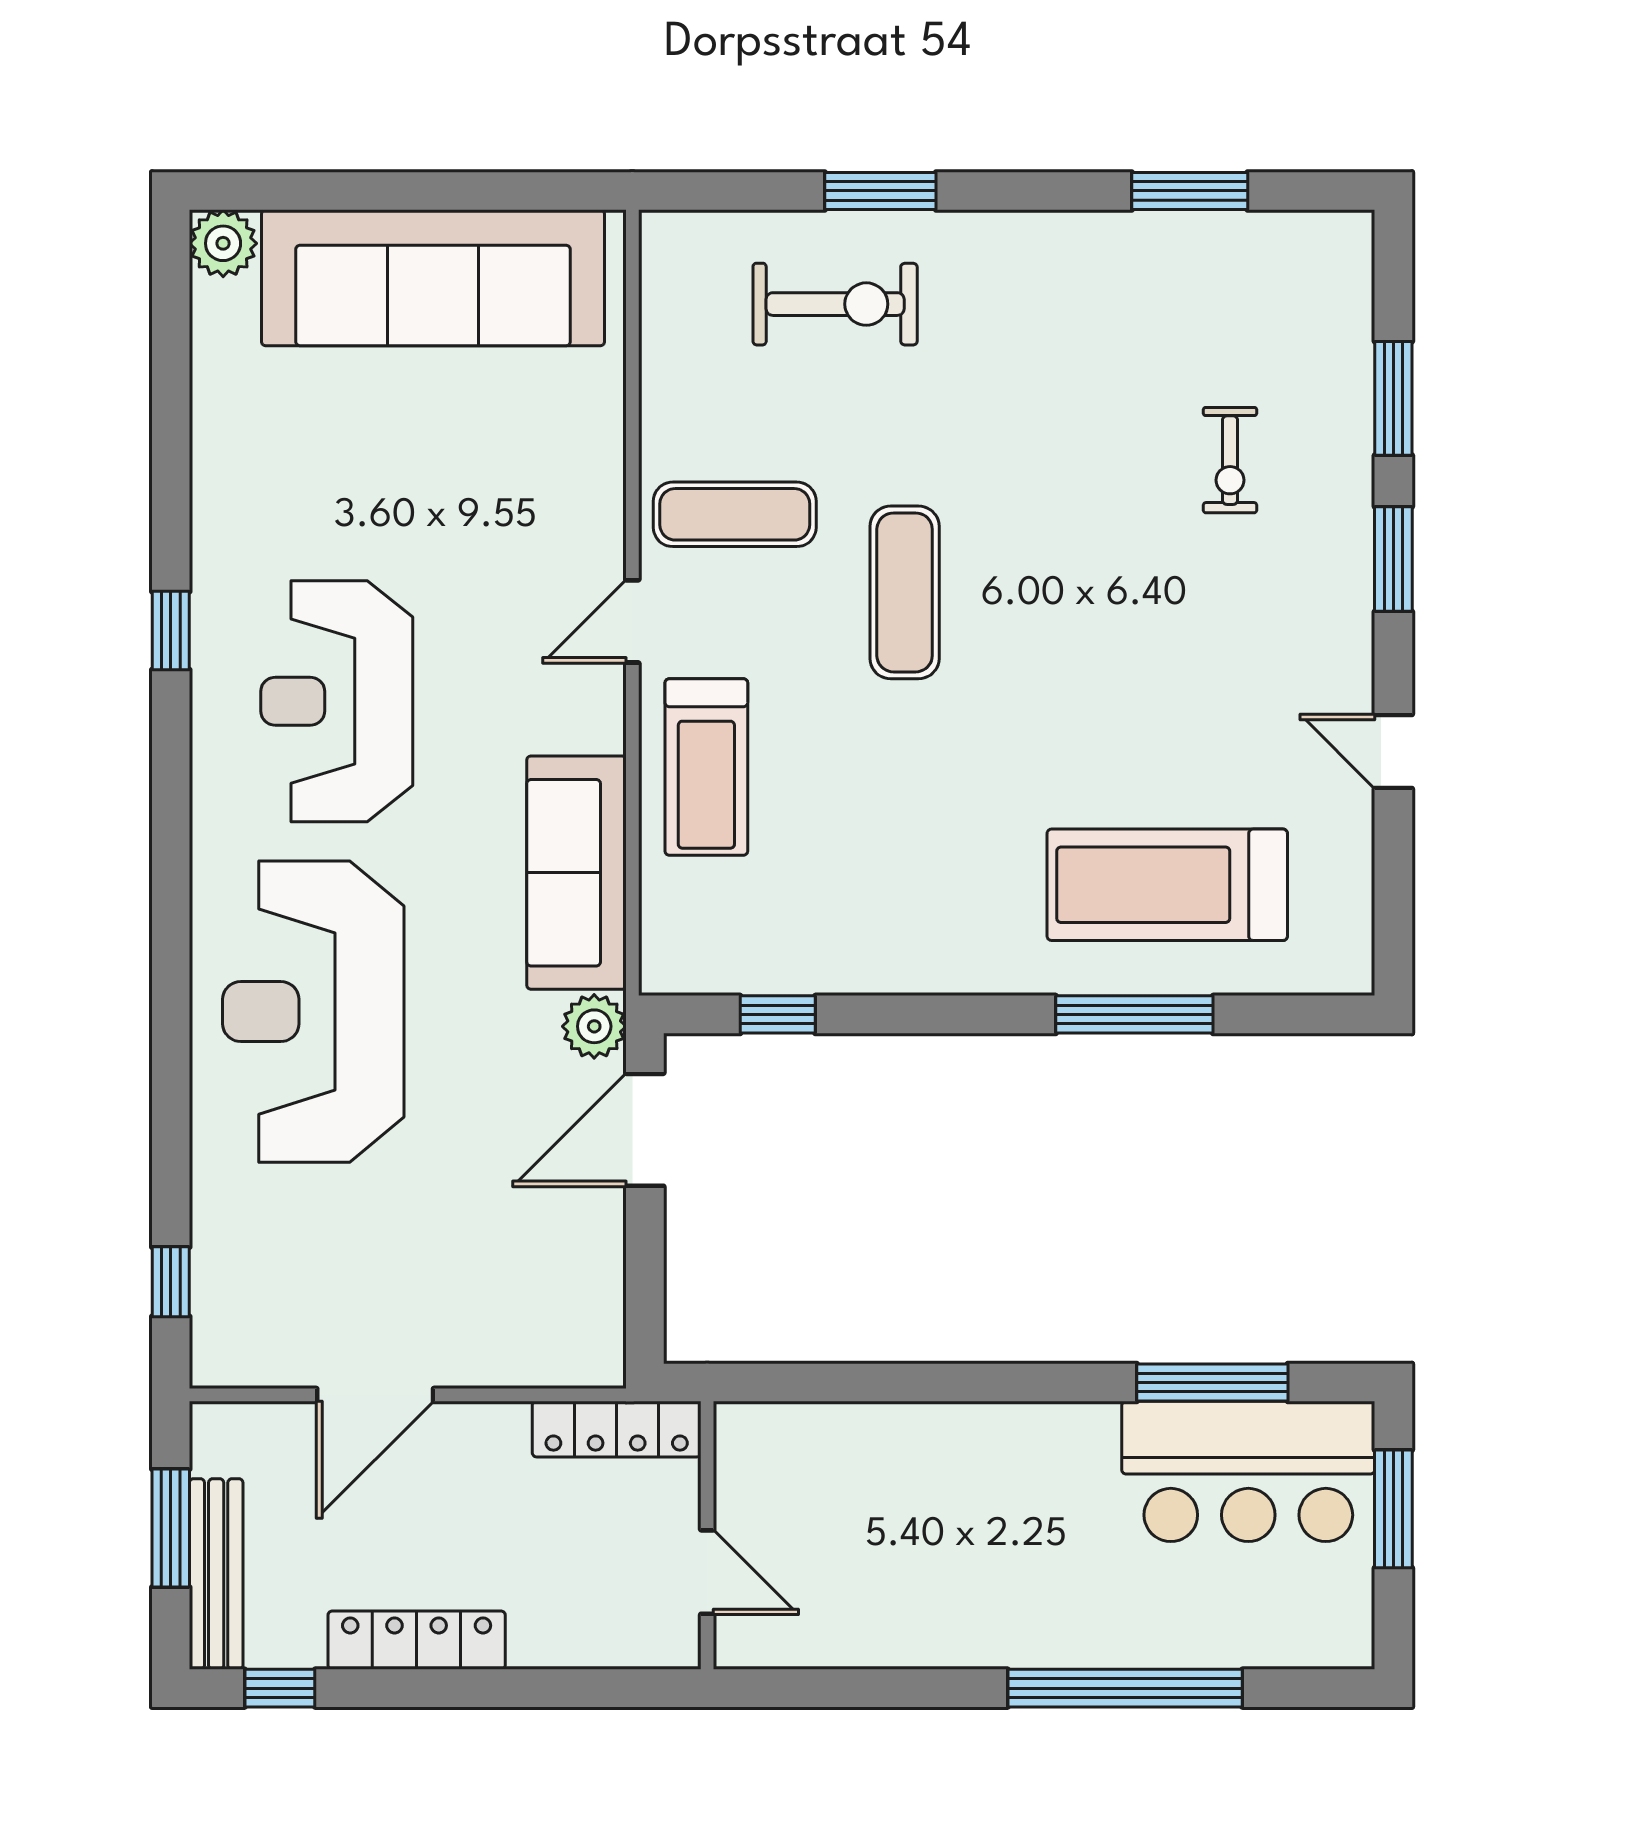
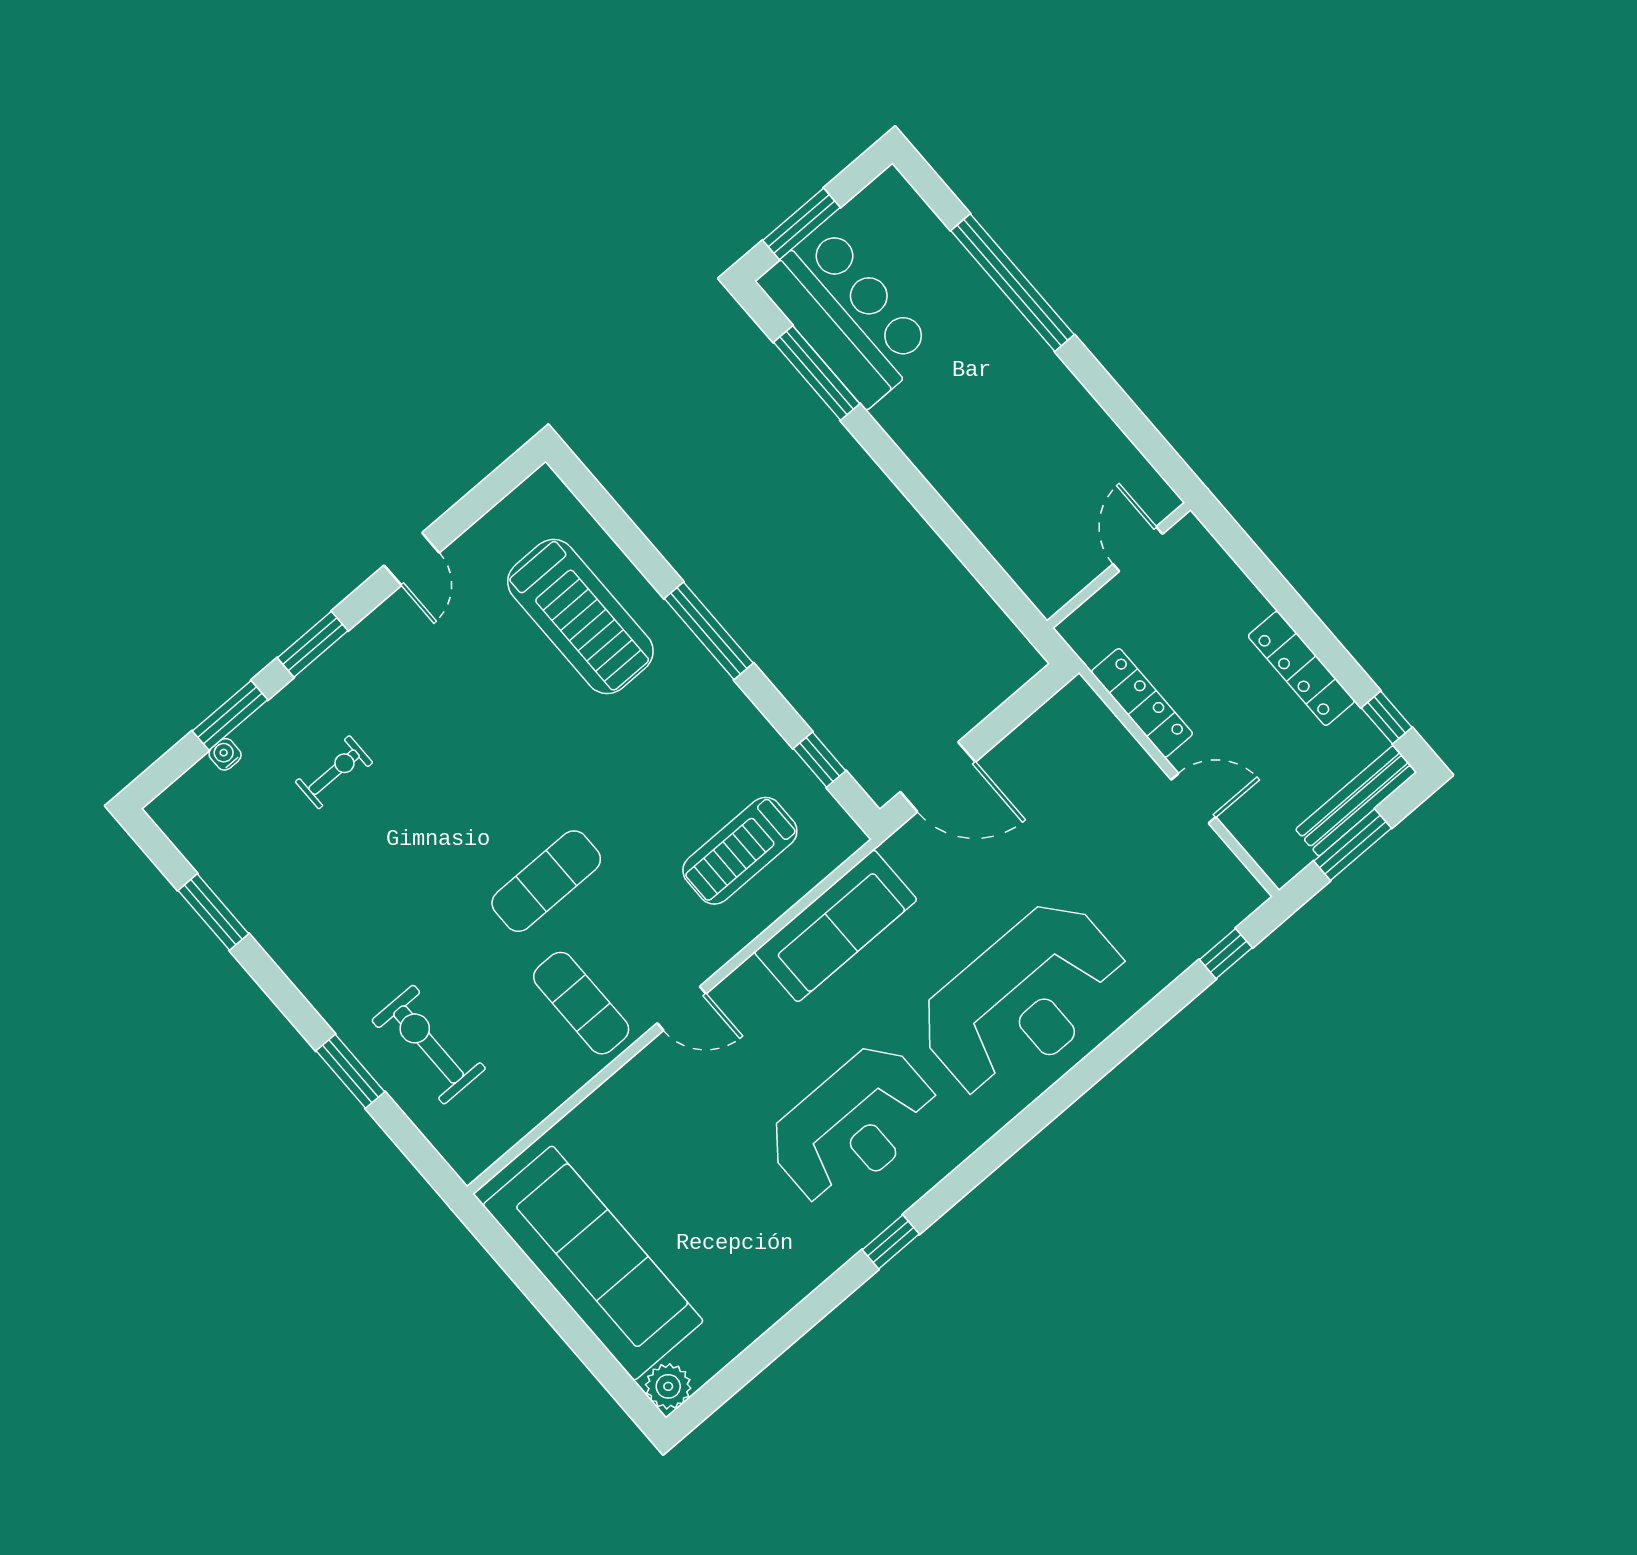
water cooler: (1355, 356) -> (225, 754), added
treadmill: (706, 767) -> (740, 851), moved, turned 180
window: (1134, 1014) -> (709, 631), moved
plant: (594, 1026) -> (907, 849), removed
door: (375, 1395) -> (1194, 798), width x0.73
locker: (617, 1429) -> (1142, 703), moved

